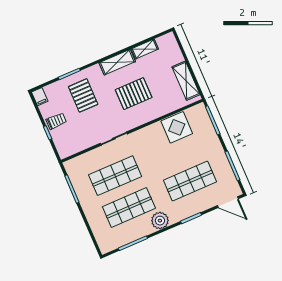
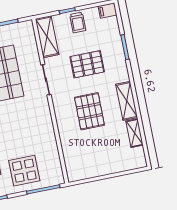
shelving: (186, 81) -> (47, 37), moved, turned 90
pallet: (83, 95) -> (87, 64), moved
display table: (177, 127) -> (24, 171), moved

